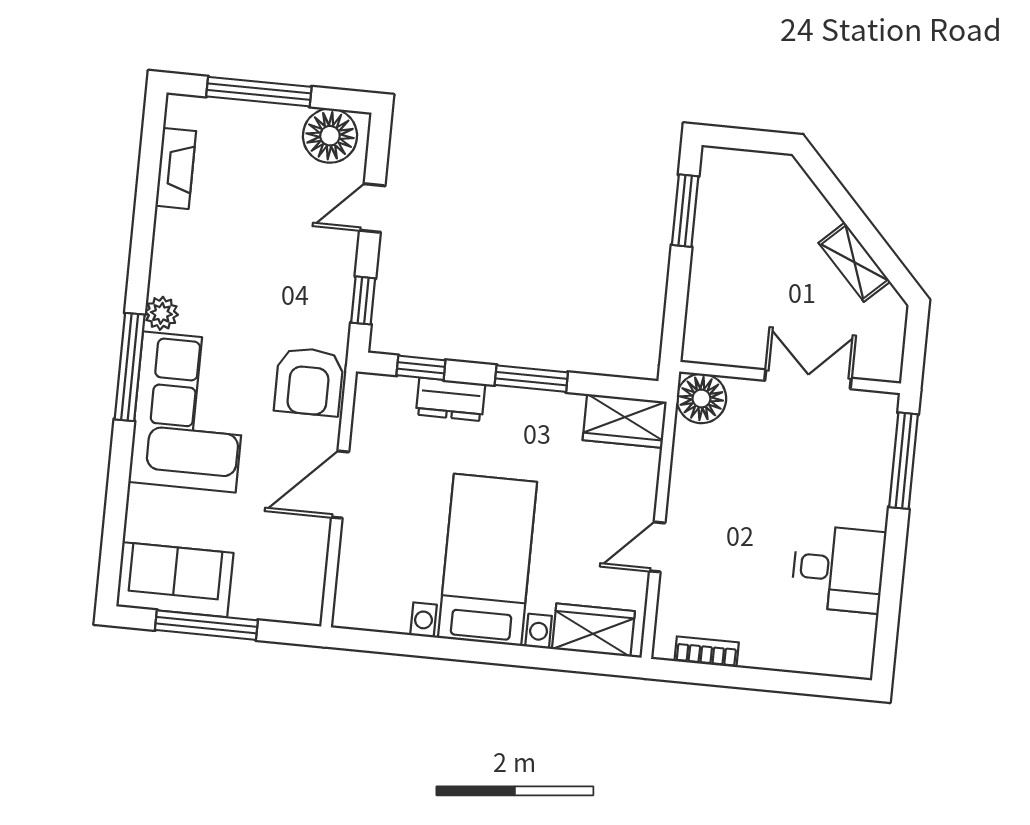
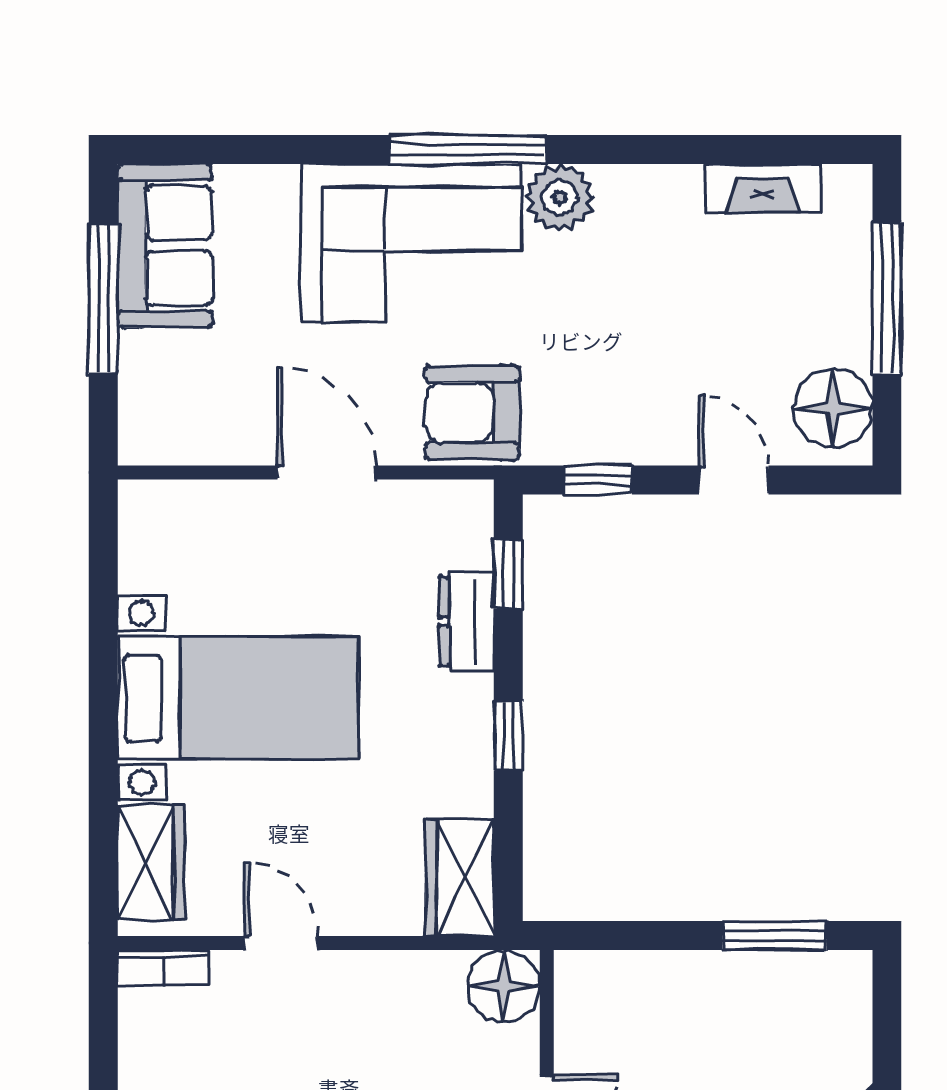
plant: (161, 313) -> (560, 197), width x1.38, depth x1.38
window: (531, 379) -> (508, 736), width x0.67
bookcase: (707, 652) -> (163, 968), moved, turned 90

